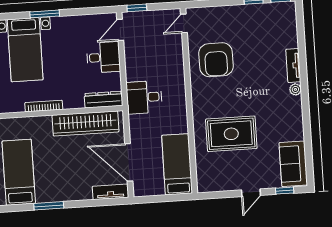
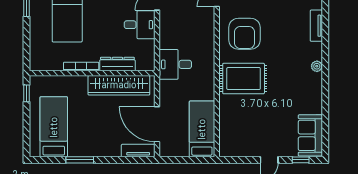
tv unit: (293, 65) -> (316, 26), moved
dresser: (103, 100) -> (117, 64), moved
rug: (231, 134) -> (244, 79), moved

